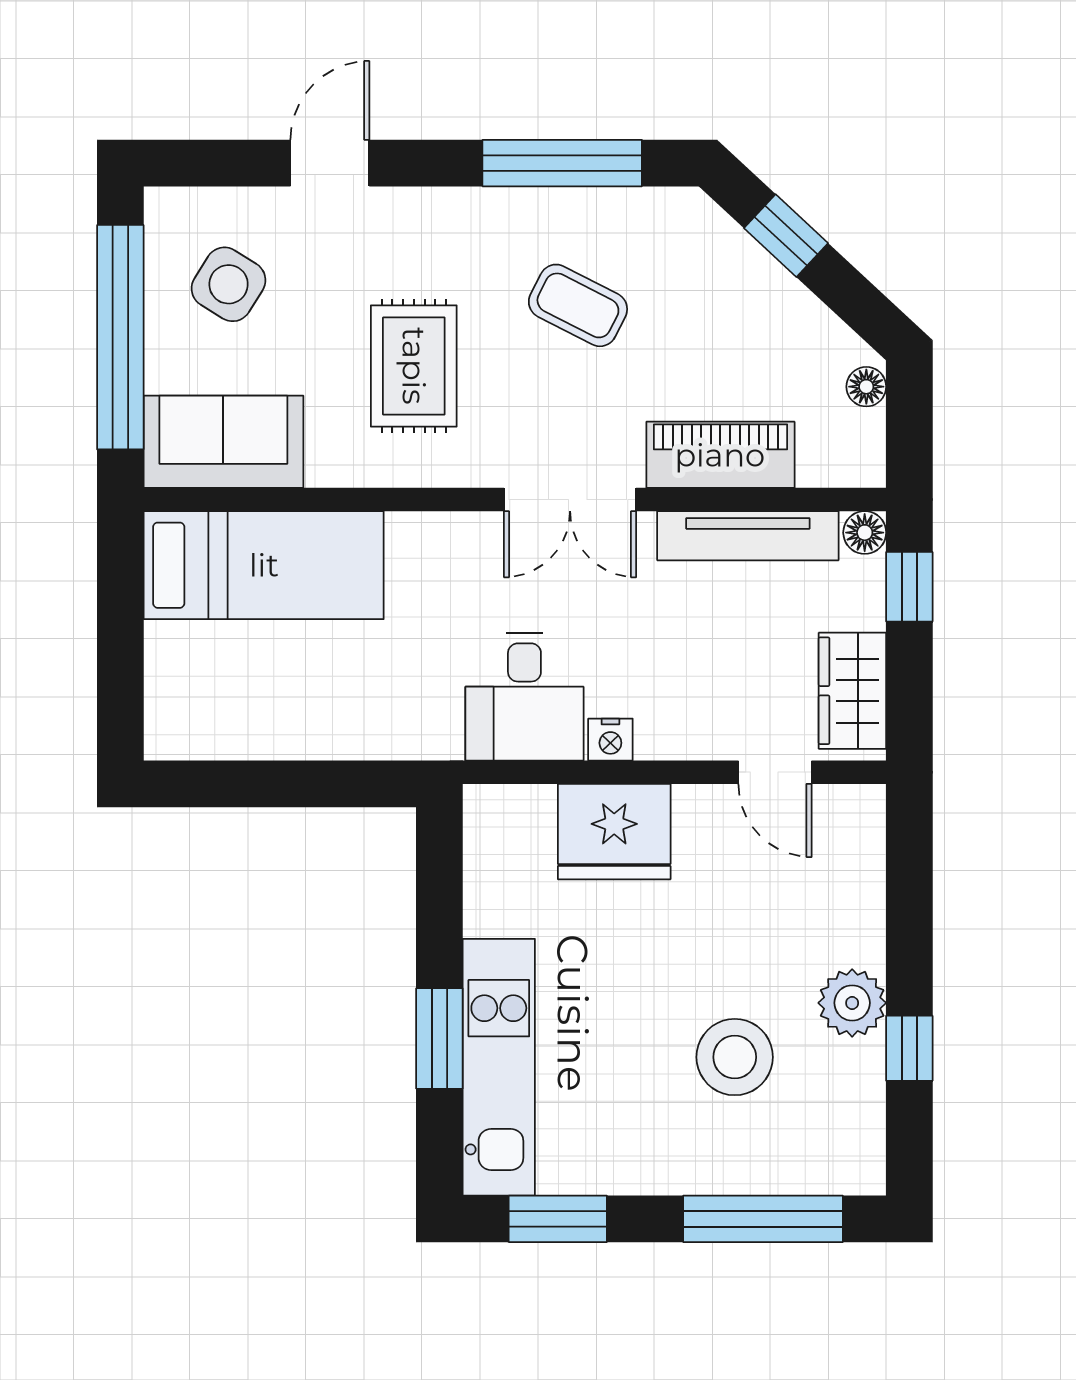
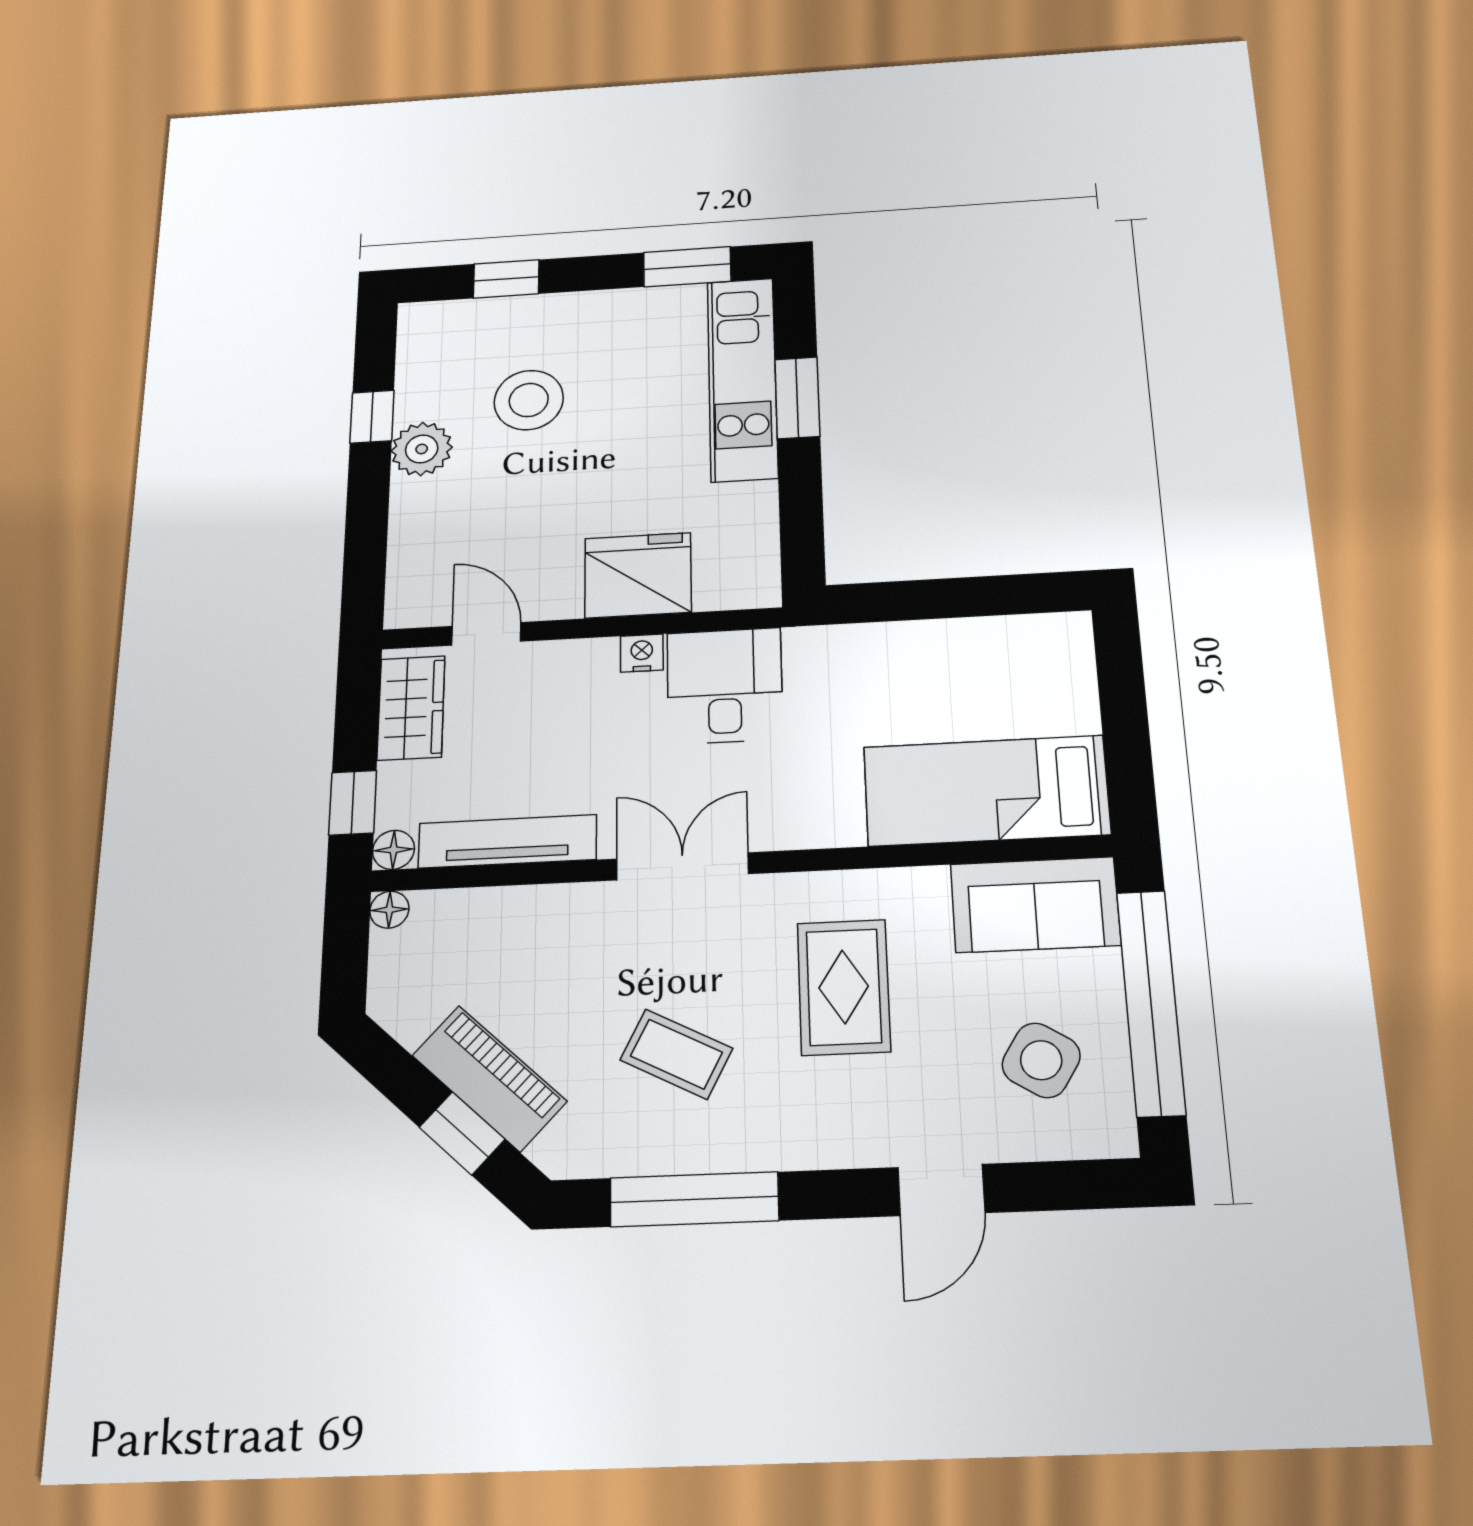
floor lamp: (866, 387) -> (389, 910), moved
piano: (720, 455) -> (489, 1078), moved, turned -137
window: (763, 1219) -> (506, 279), width x0.46

